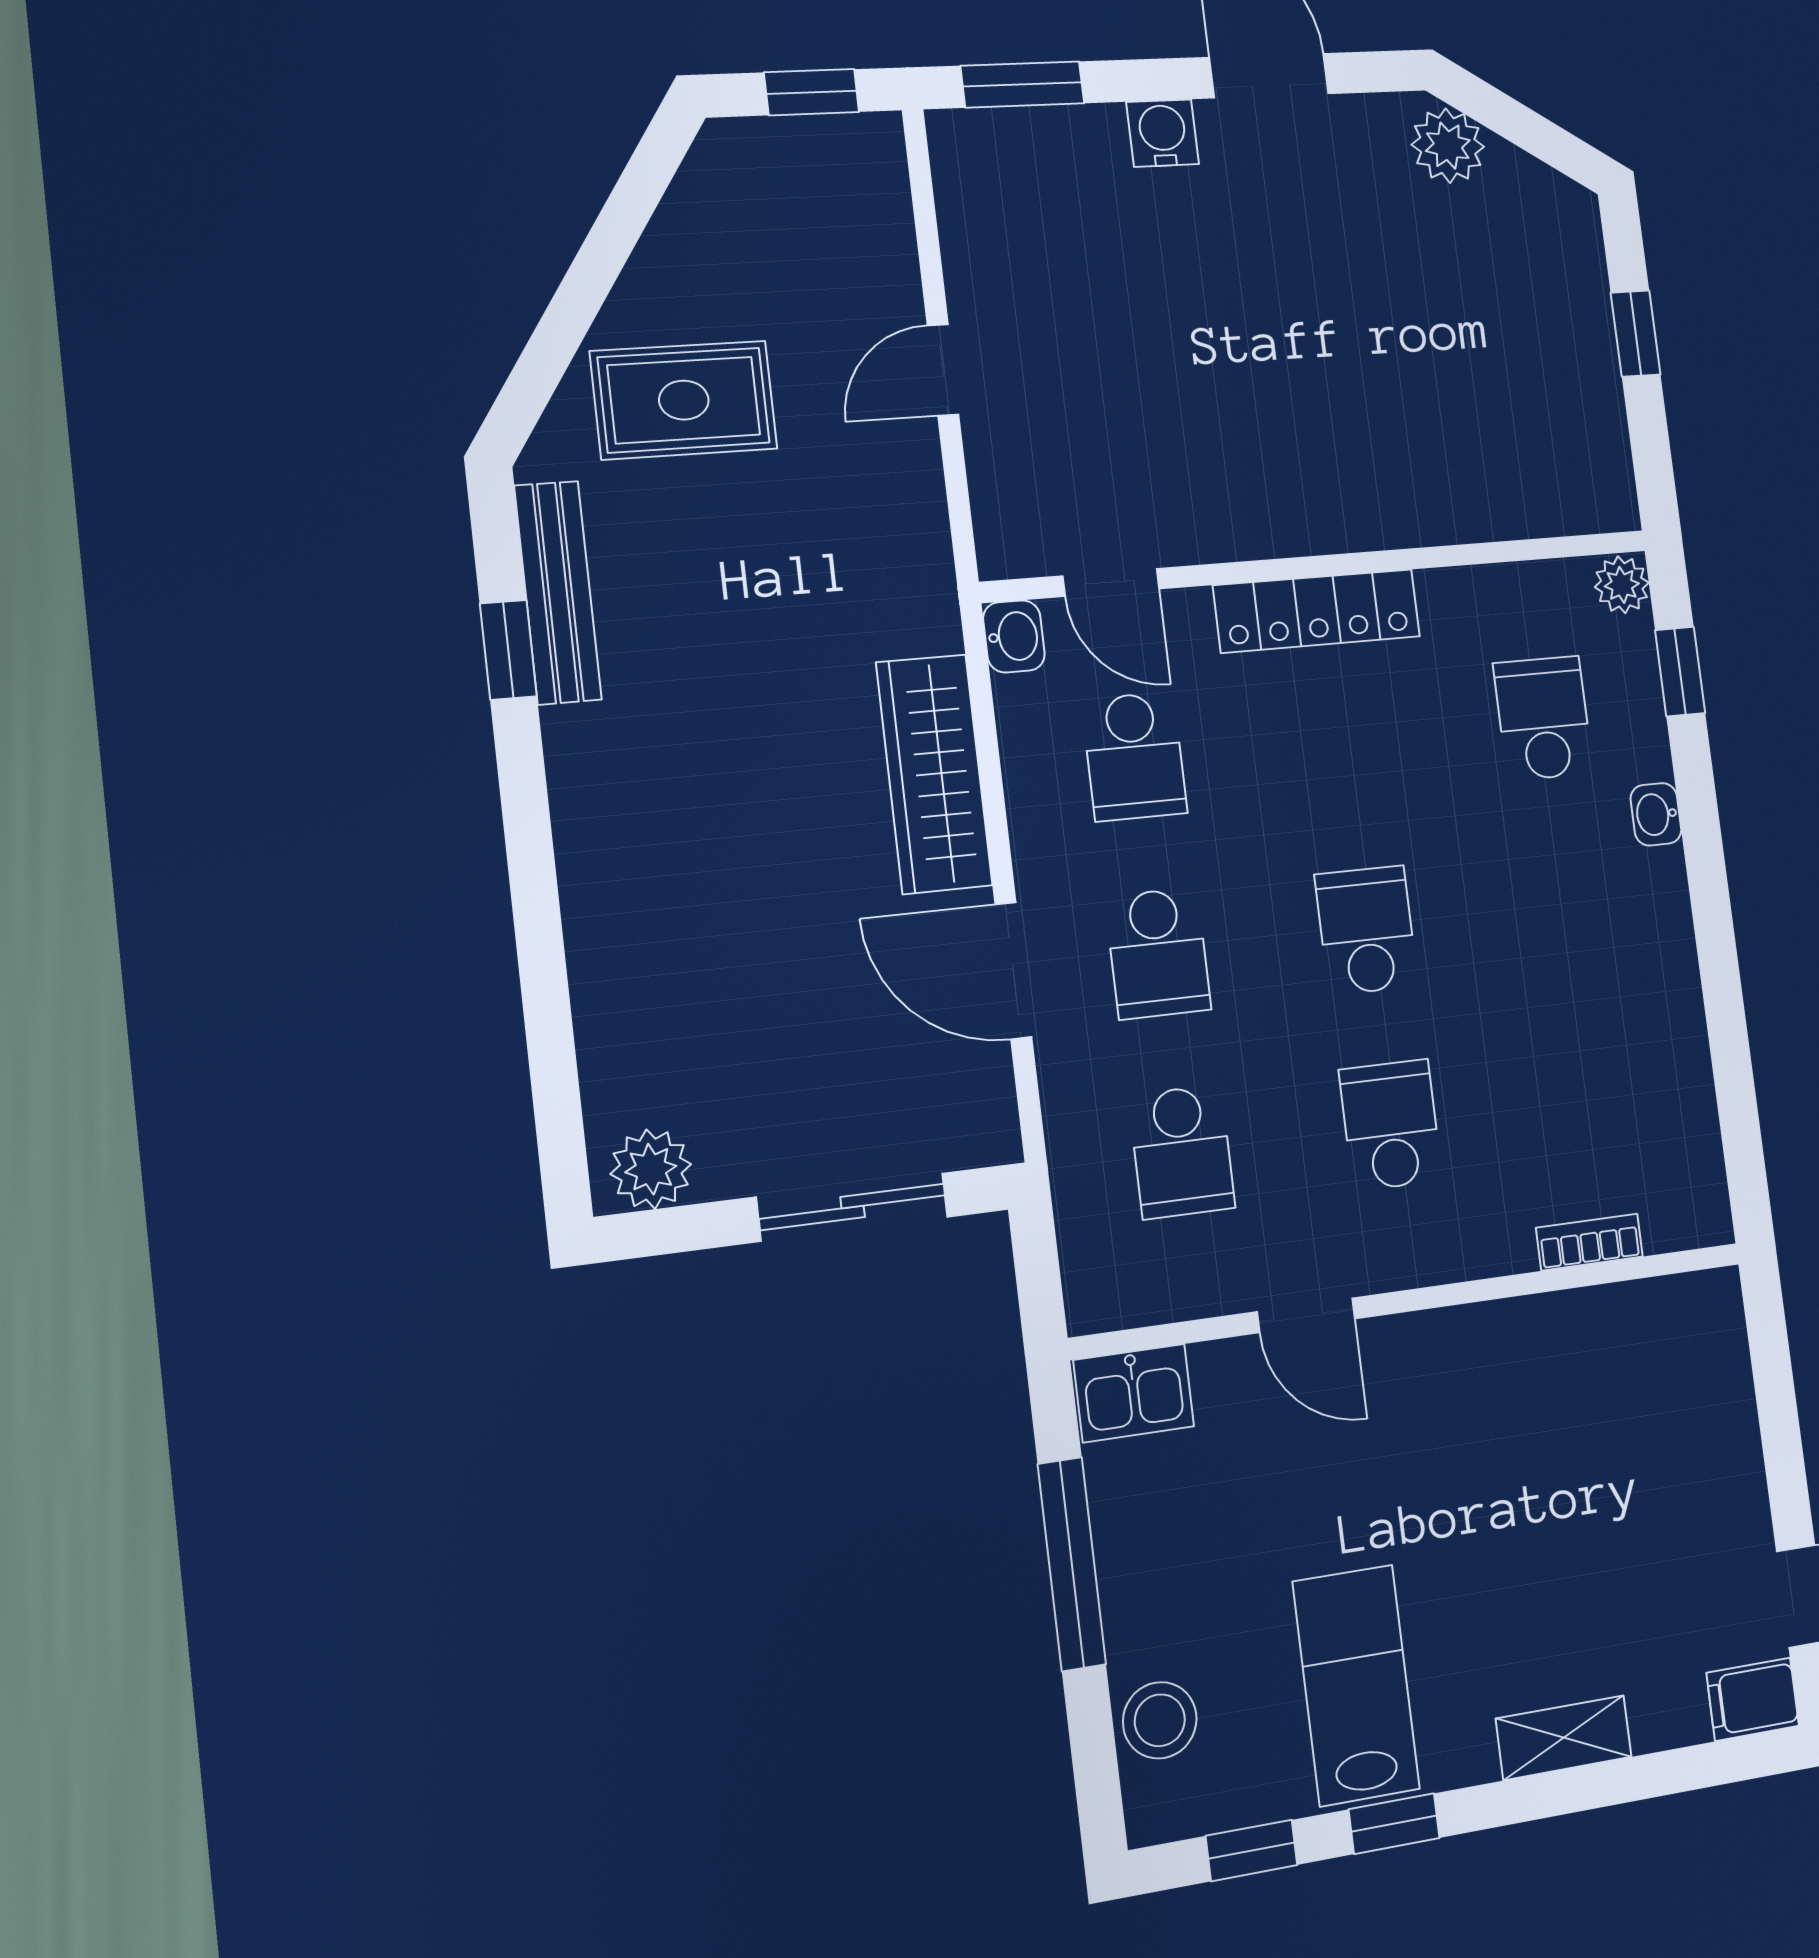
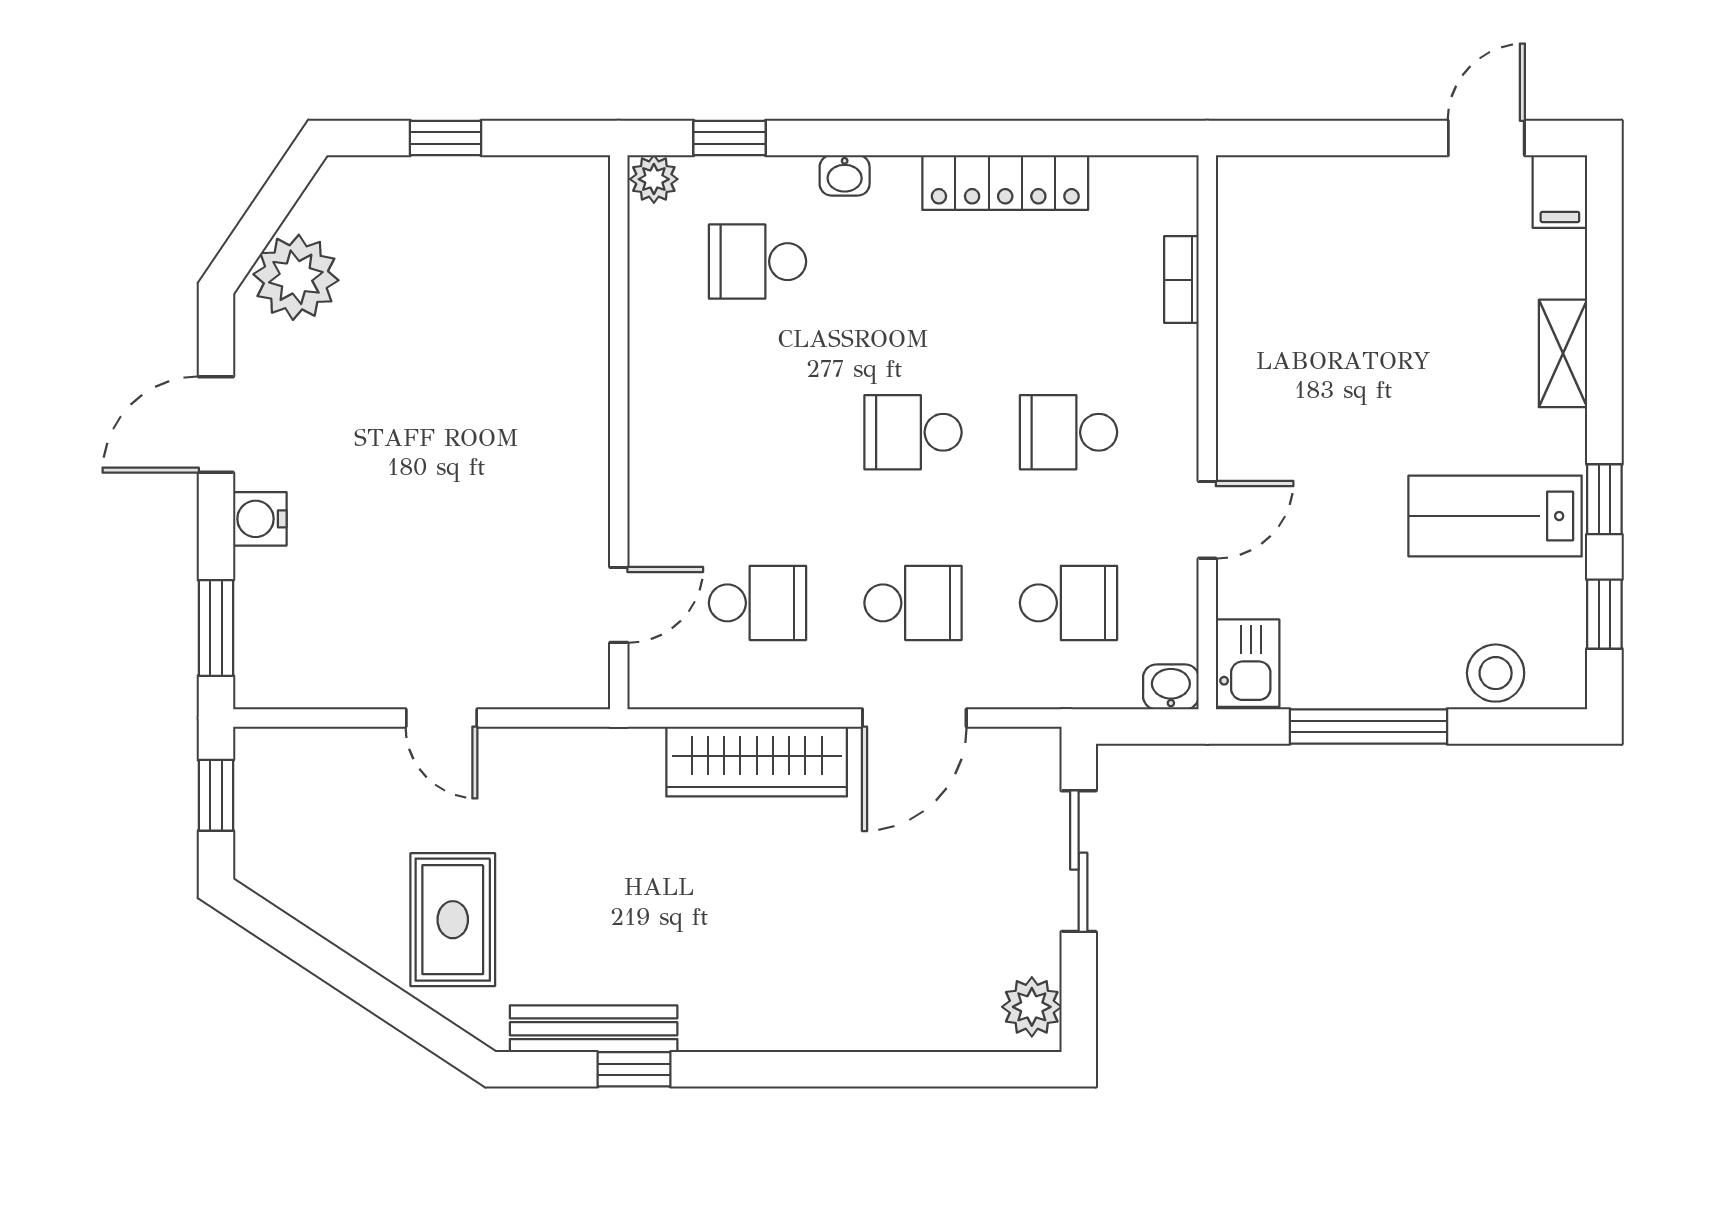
plant: (1448, 146) -> (296, 277), width x1.36, depth x1.36
locker: (1317, 611) -> (1005, 183), moved, turned 90
washbasin: (1014, 636) -> (1171, 687), moved

